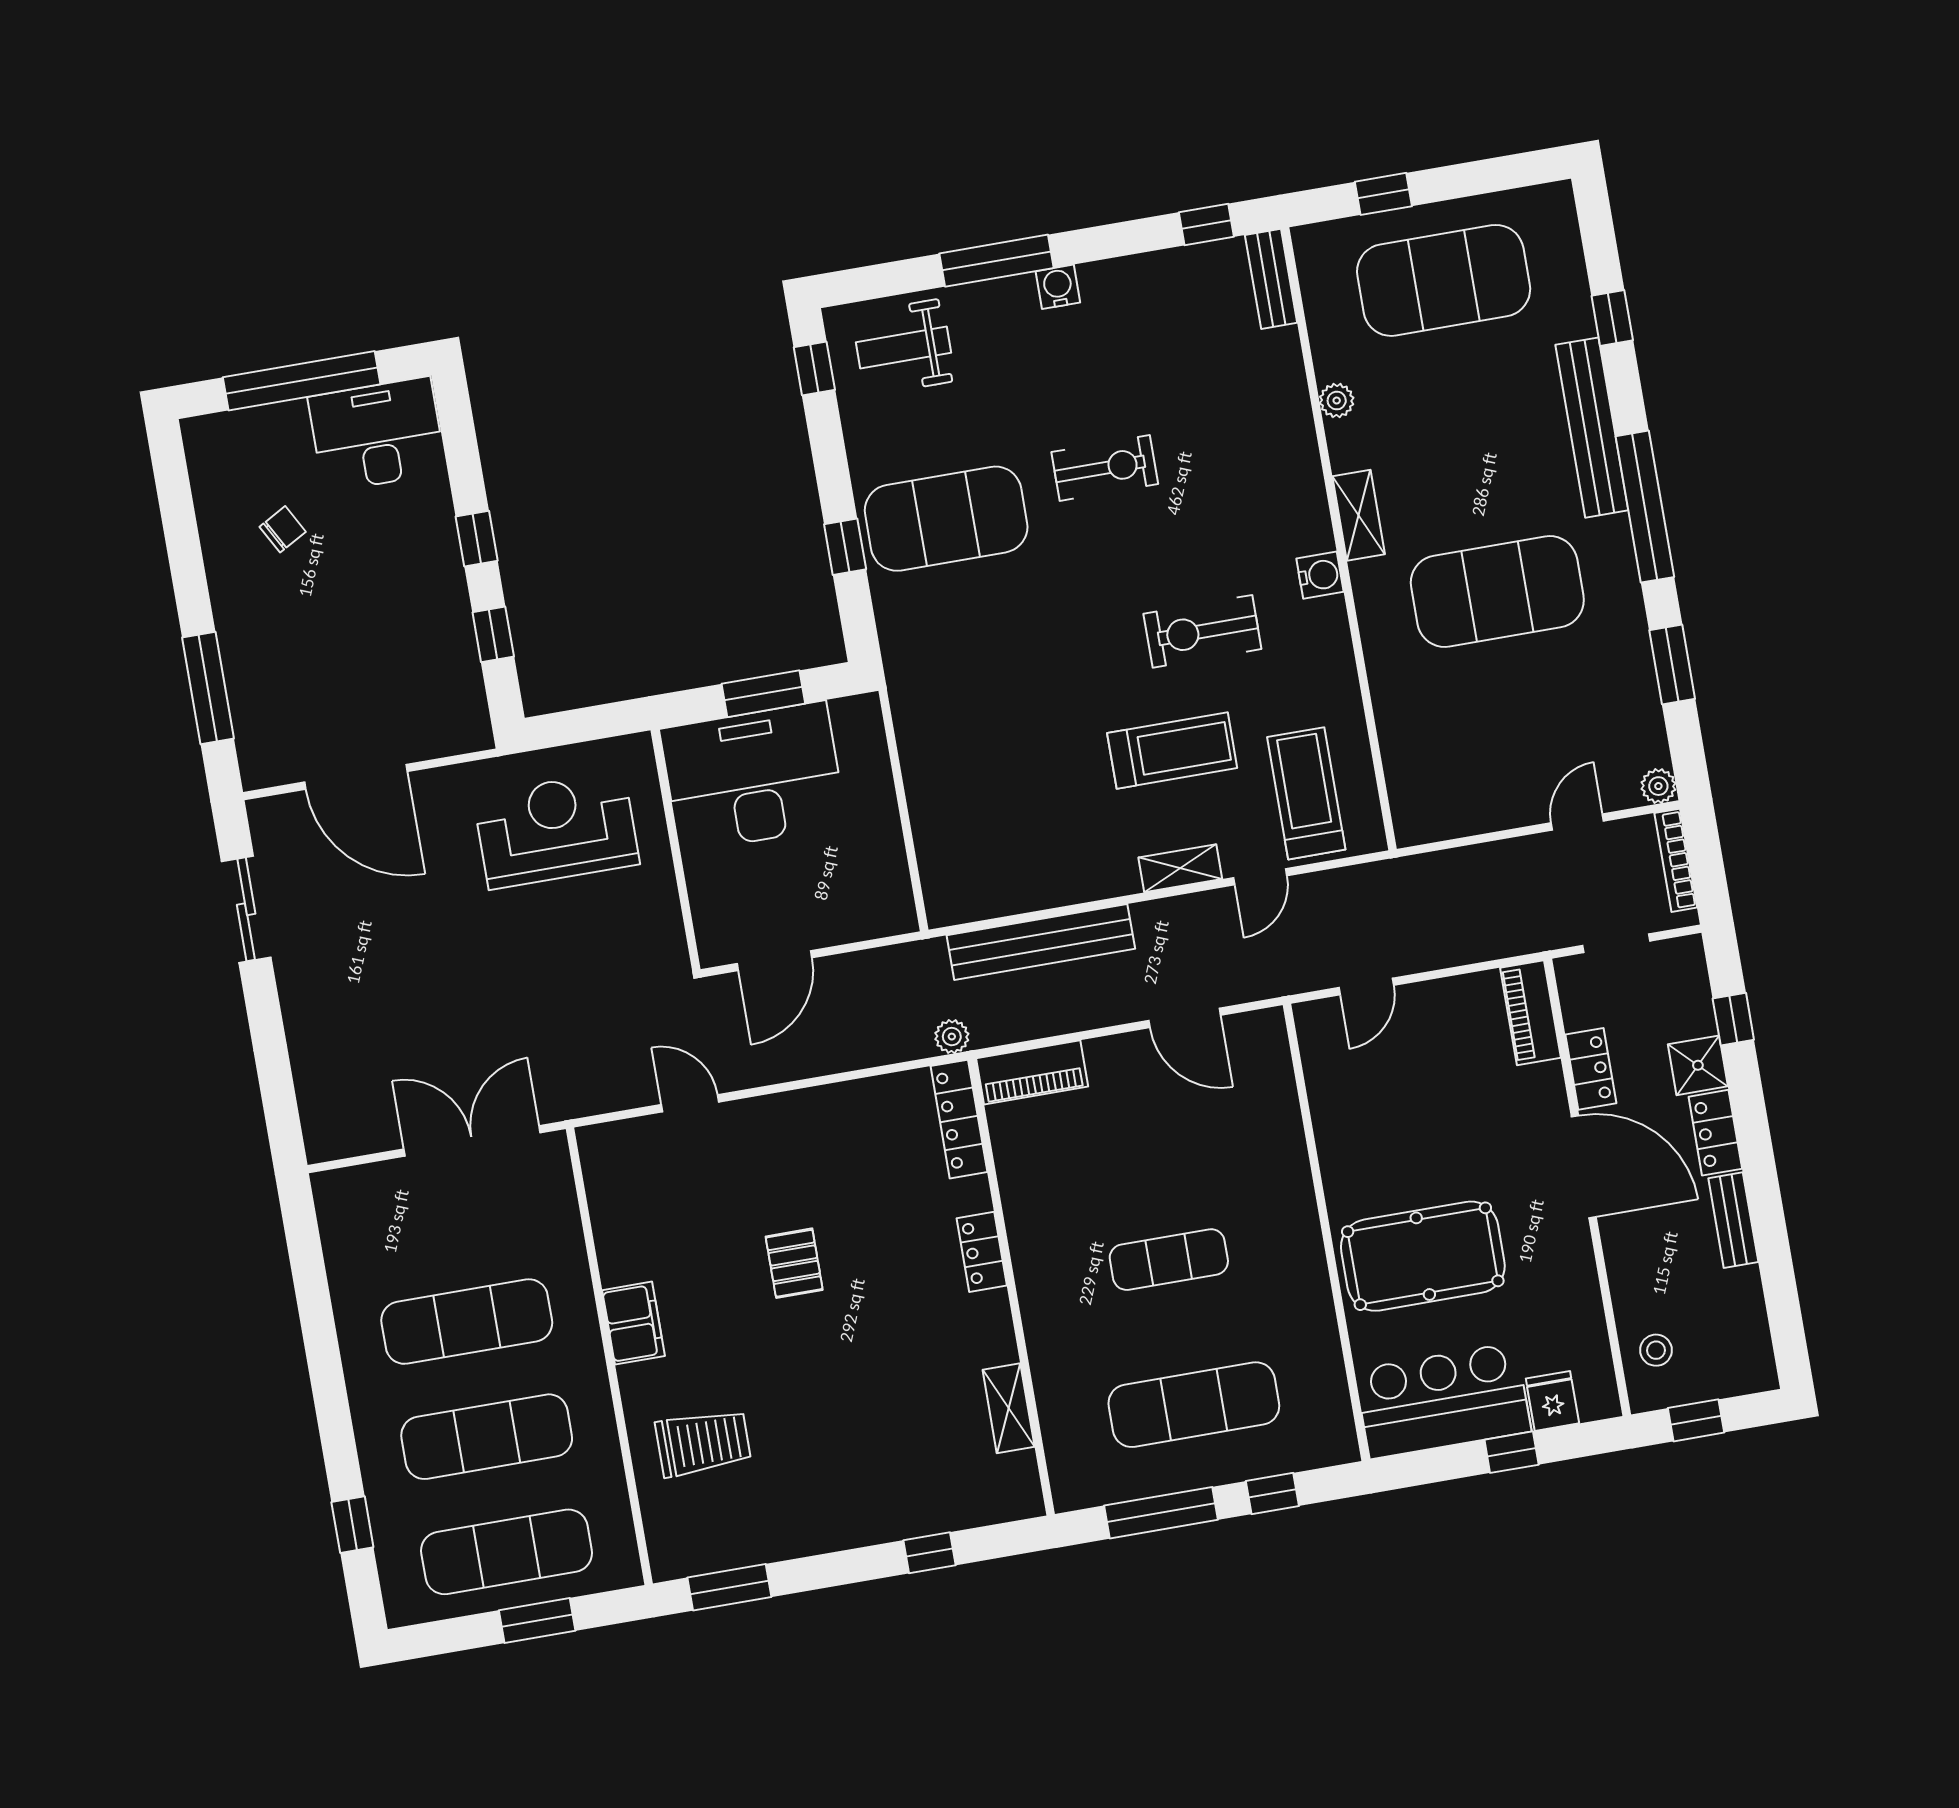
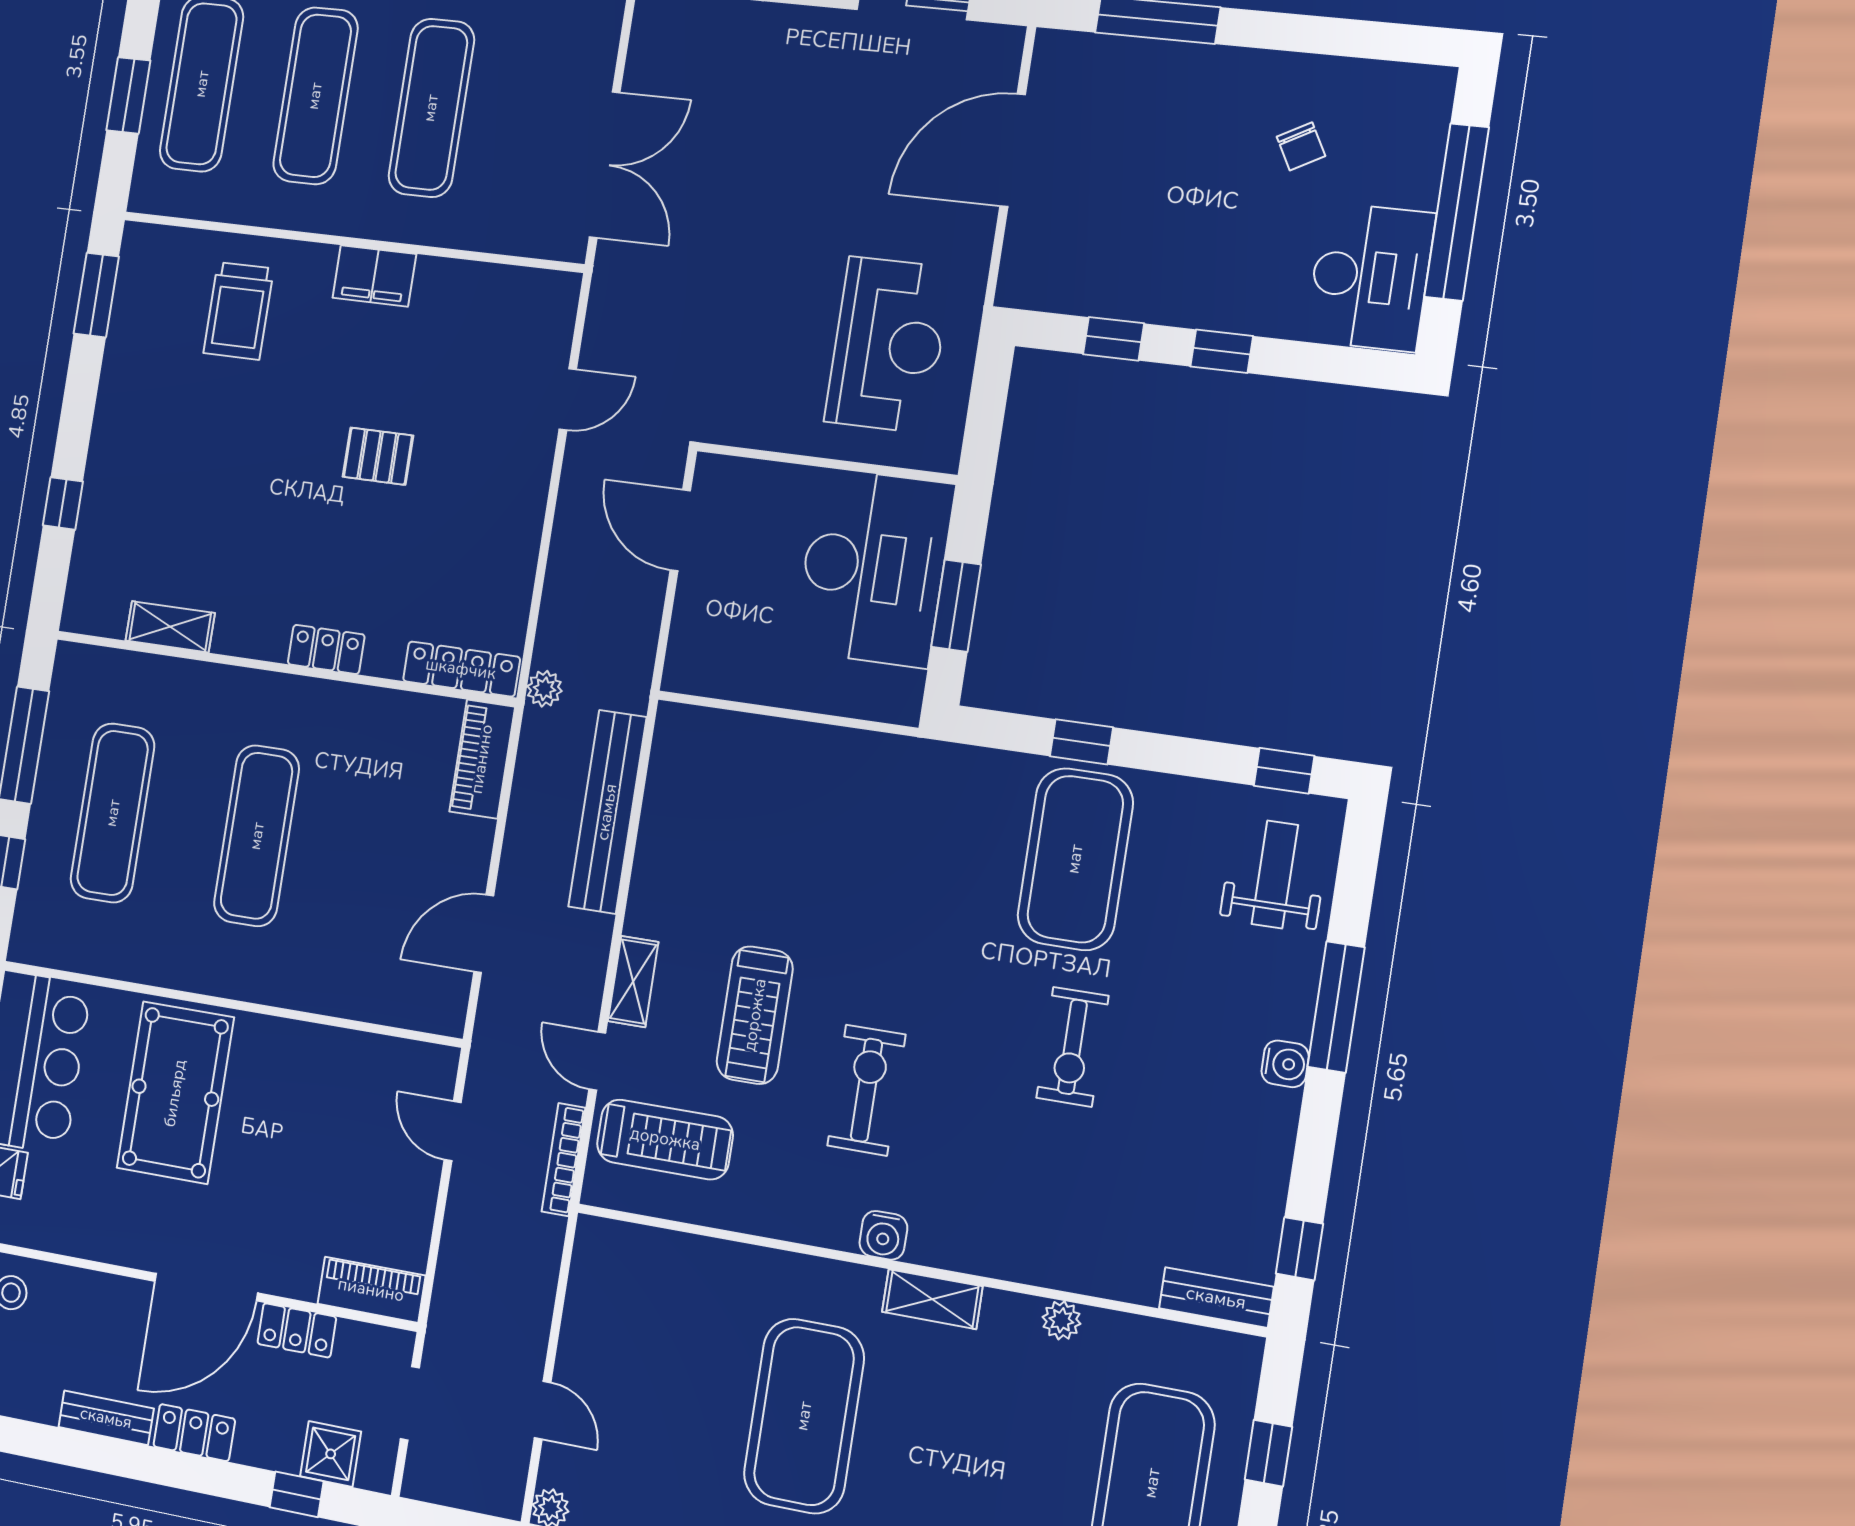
bookcase: (1676, 860) -> (564, 1160), moved, turned -90
shower: (1698, 1065) -> (331, 1454), moved
exercise mat: (1169, 1260) -> (257, 836), width x1.36, depth x1.45

